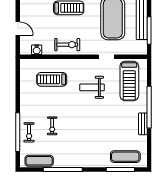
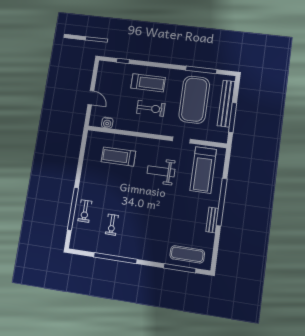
exercise bike: (67, 45) -> (151, 108), moved
exercise bike: (52, 126) -> (112, 225), moved
exercise mat: (39, 161) -> (91, 244), removed

